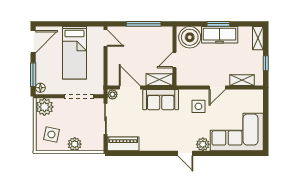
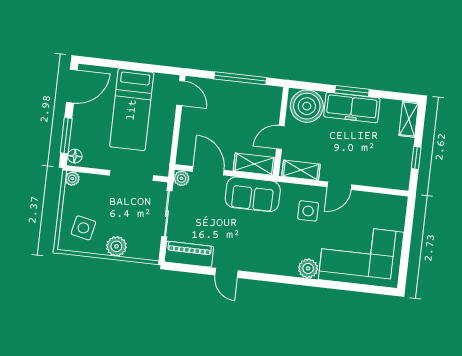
shelving: (242, 80) -> (301, 170), moved
plant: (44, 107) -> (72, 179), width x0.53, depth x0.53
door: (185, 153) -> (226, 273), moved

